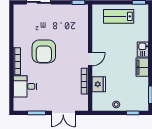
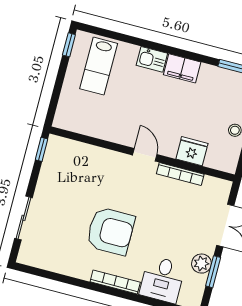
lab bench: (119, 16) -> (99, 66), moved
plant: (39, 105) -> (201, 264), added

